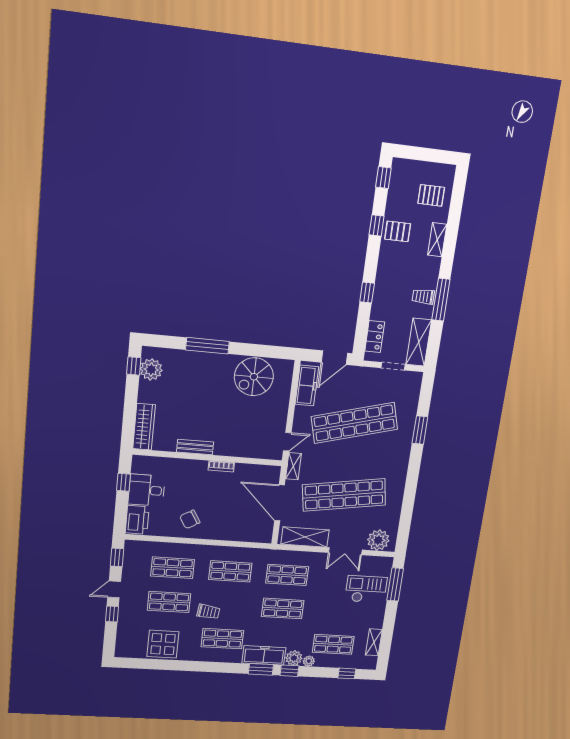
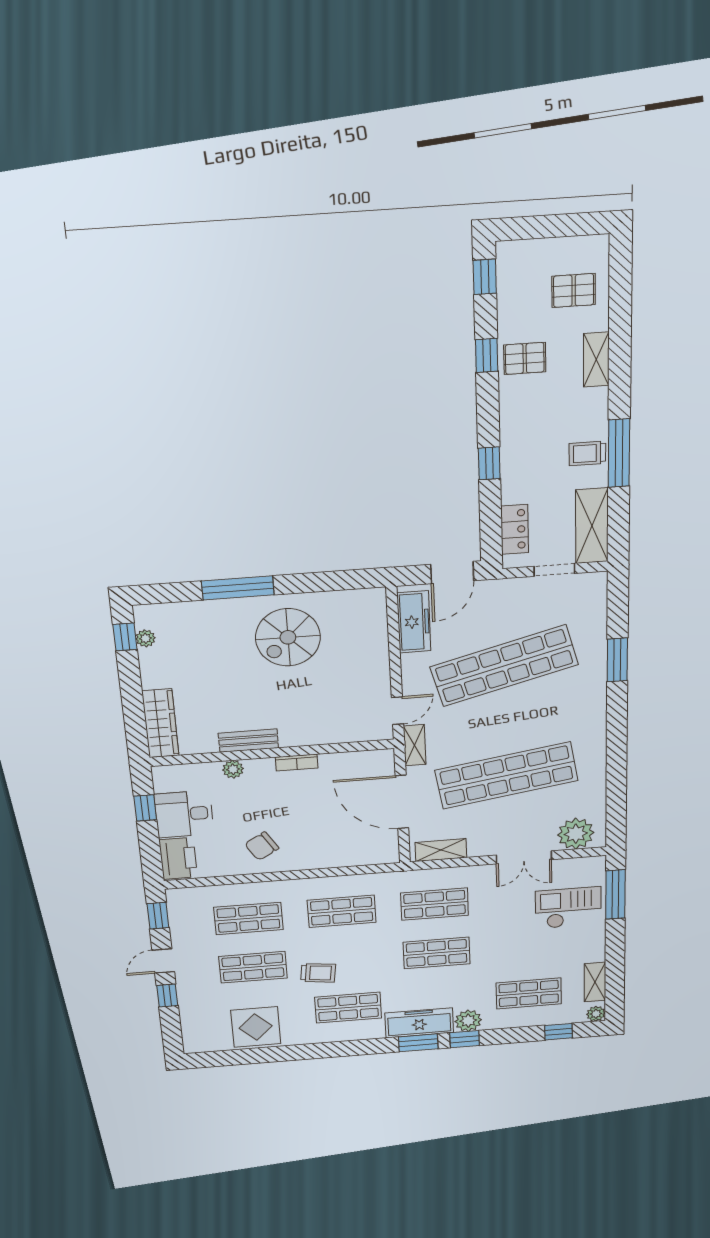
plant: (151, 369) -> (145, 638), width x0.53, depth x0.53
spiral stairs: (254, 377) -> (288, 637), moved
plant: (182, 465) -> (233, 769), added
shelving: (305, 537) -> (441, 850), width x0.67, depth x0.75
plant: (309, 661) -> (596, 1014), moved

